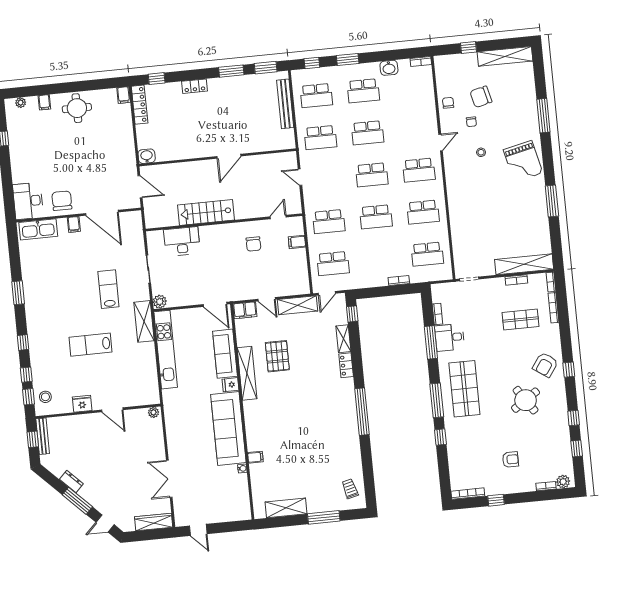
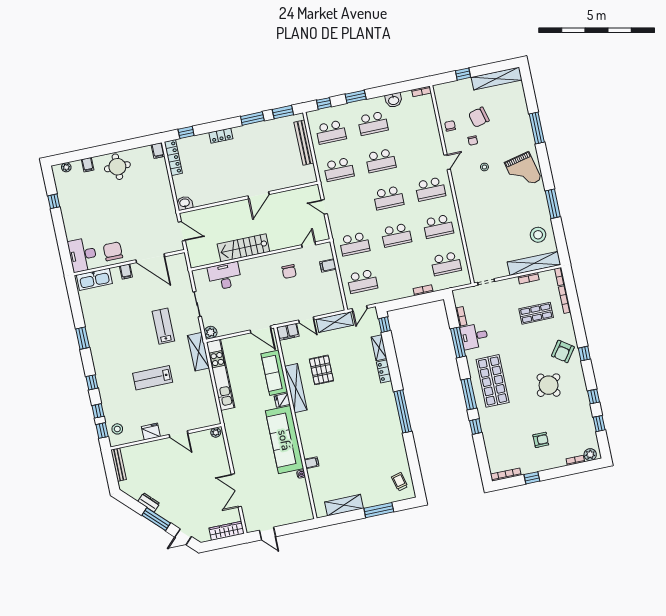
stool: (532, 233) -> (538, 235), added
window: (33, 439) -> (110, 468), removed

